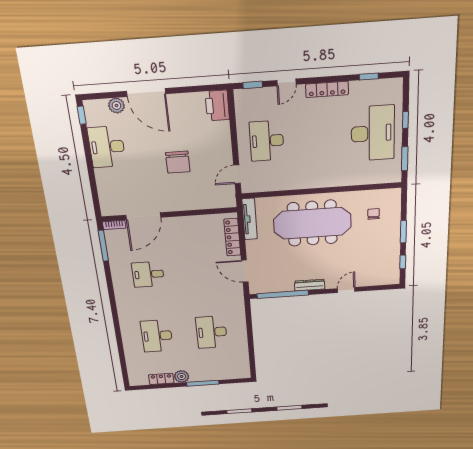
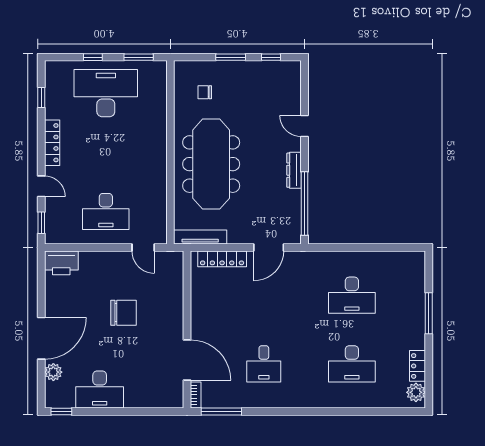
plant: (182, 376) -> (416, 392), moved

